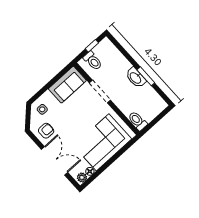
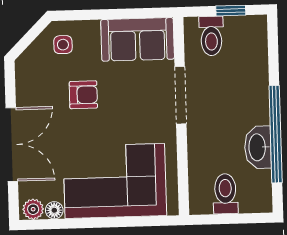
window: (146, 76) -> (276, 134), width x2.11
washbasin: (136, 78) -> (258, 147), moved
toilet: (138, 121) -> (225, 194), moved
armchair: (46, 131) -> (83, 95), moved

